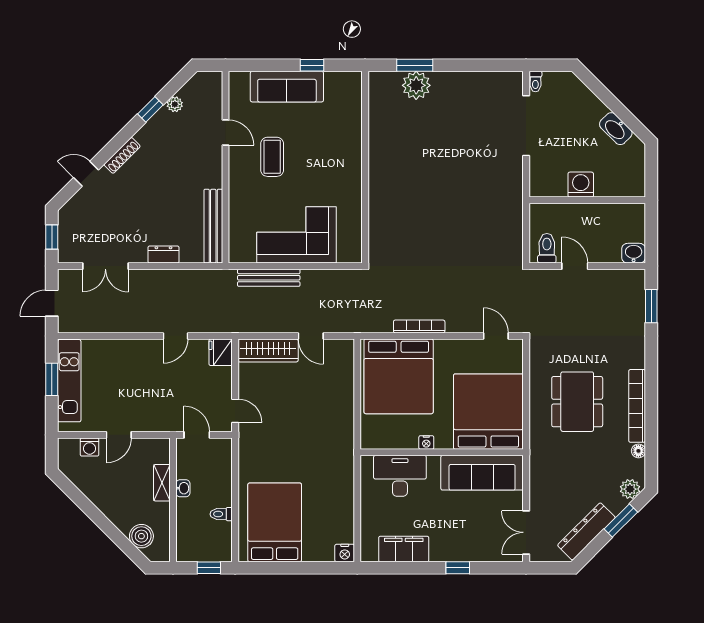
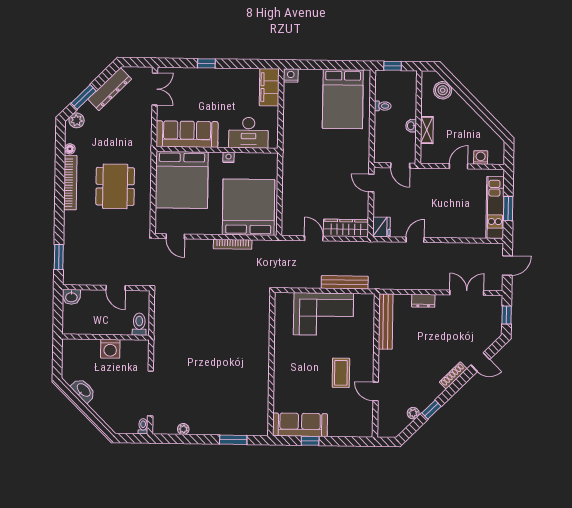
plant: (416, 85) -> (183, 429), moved, width x0.53, depth x0.53
sofa: (287, 87) -> (300, 425), moved
toilet: (547, 248) -> (139, 324), moved, turned 180
filing cabinet: (404, 549) -> (269, 87), moved, turned 90

